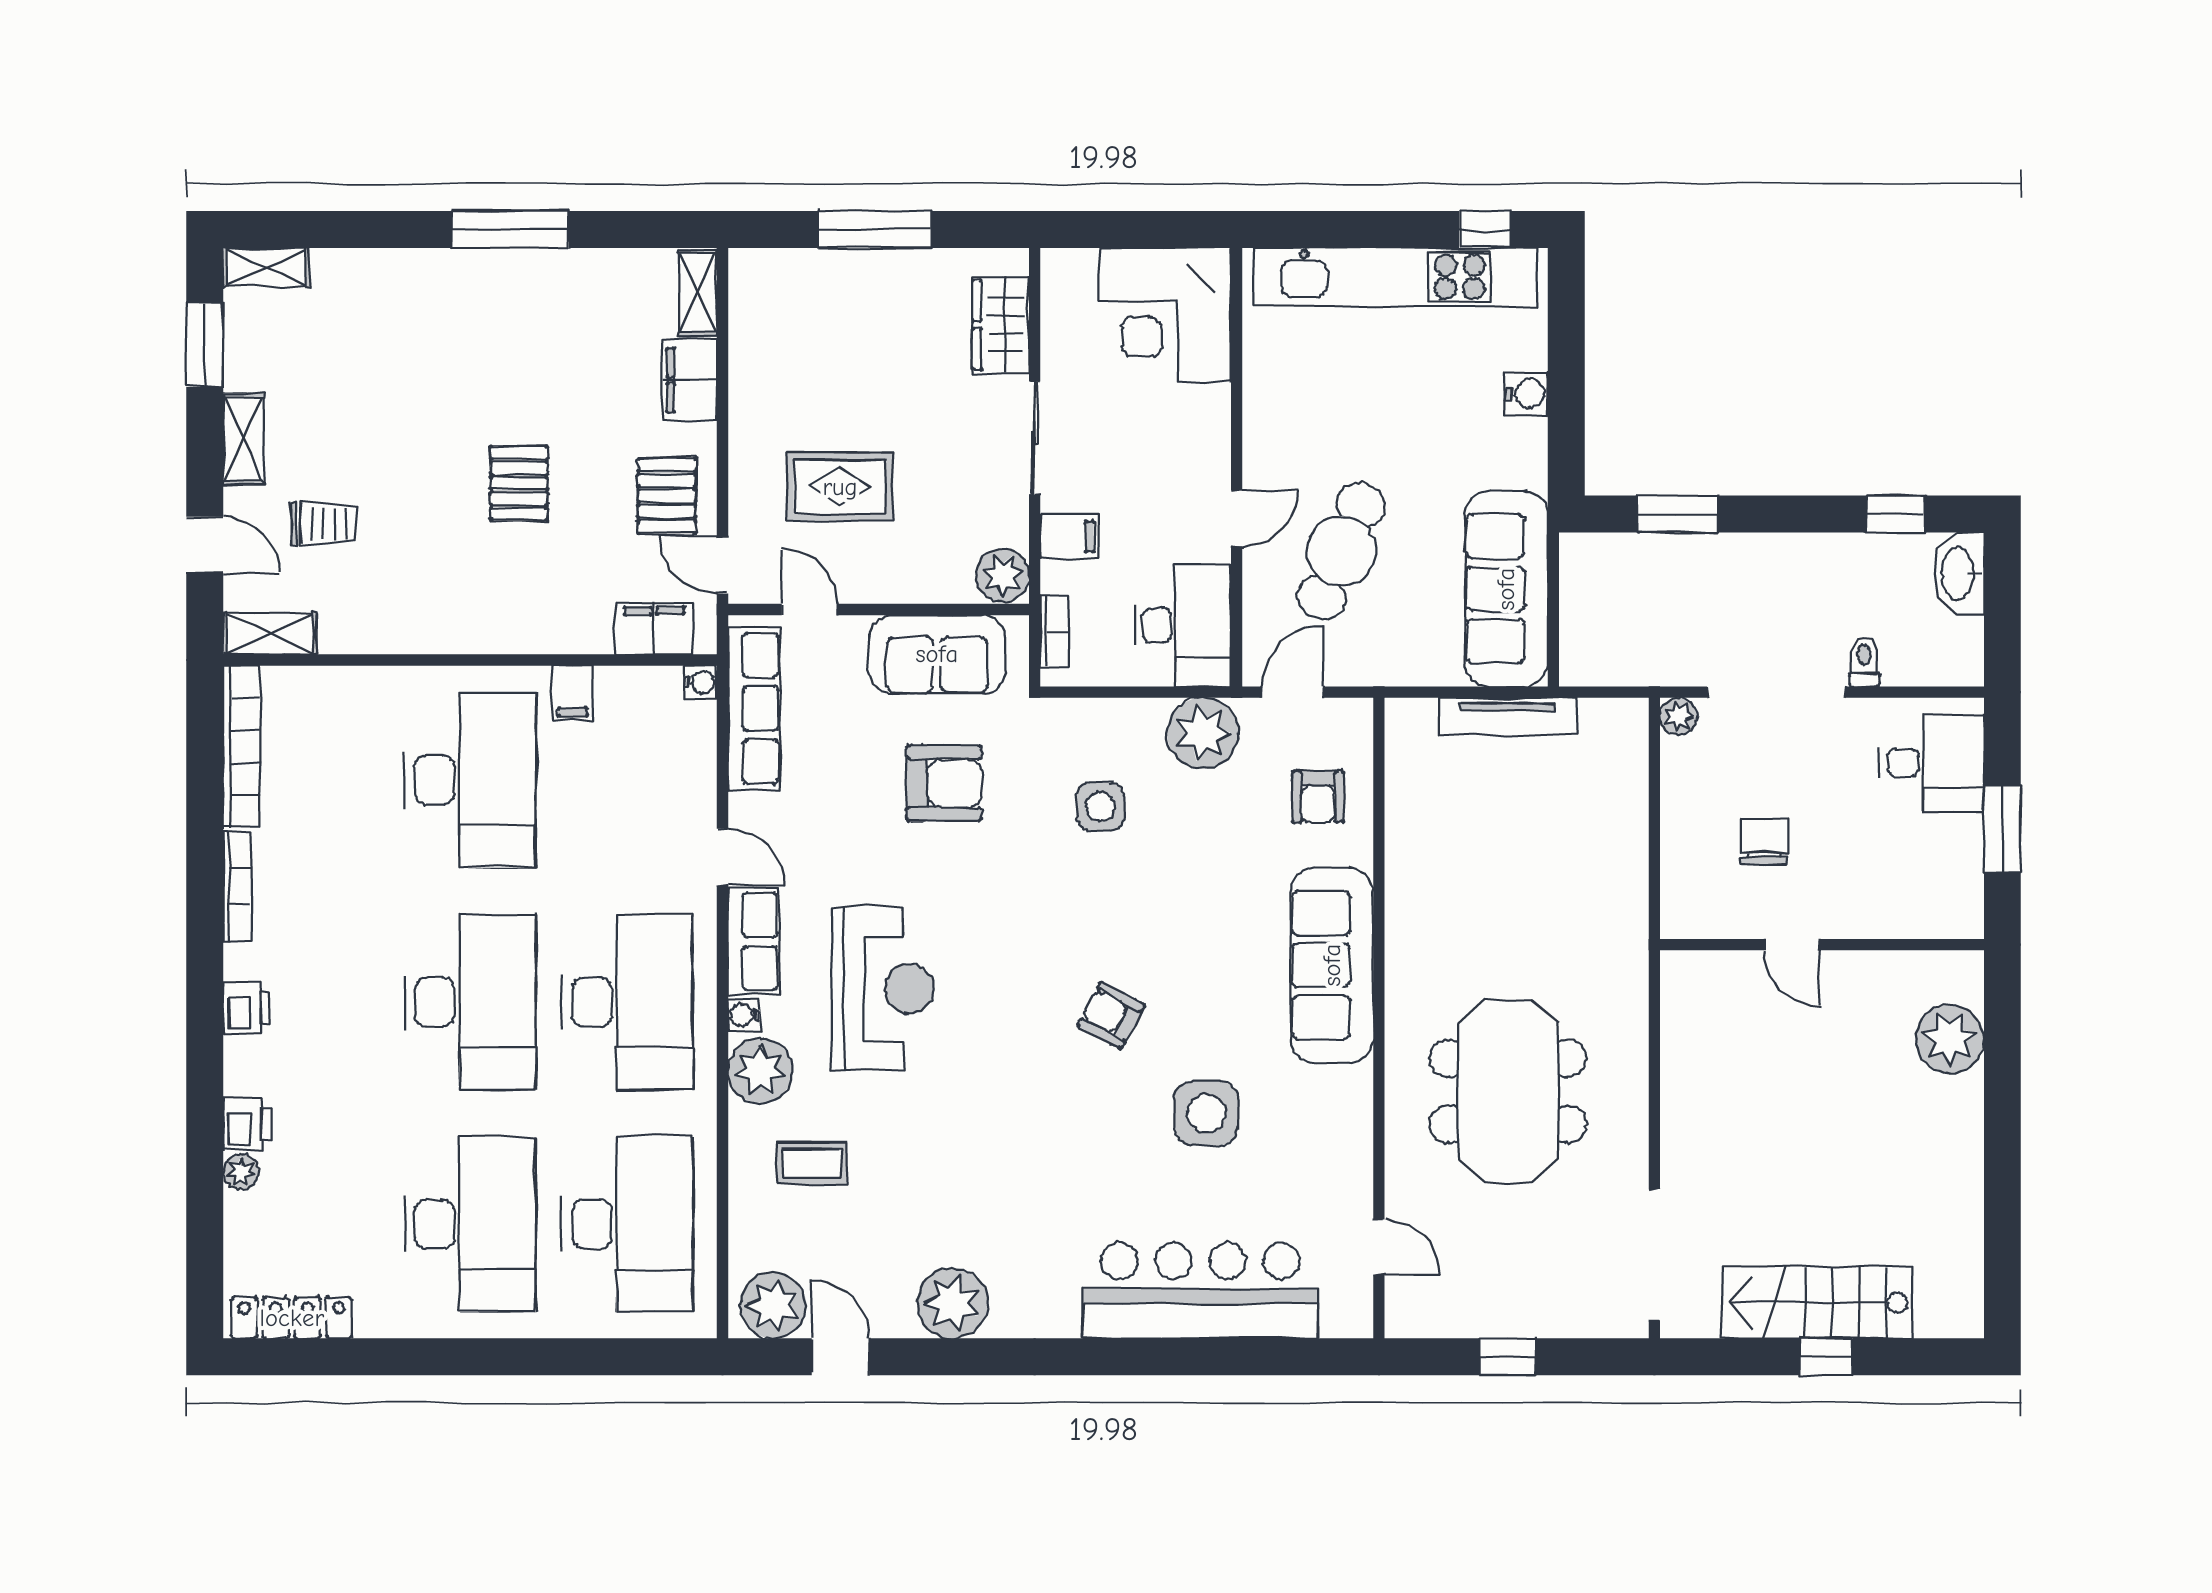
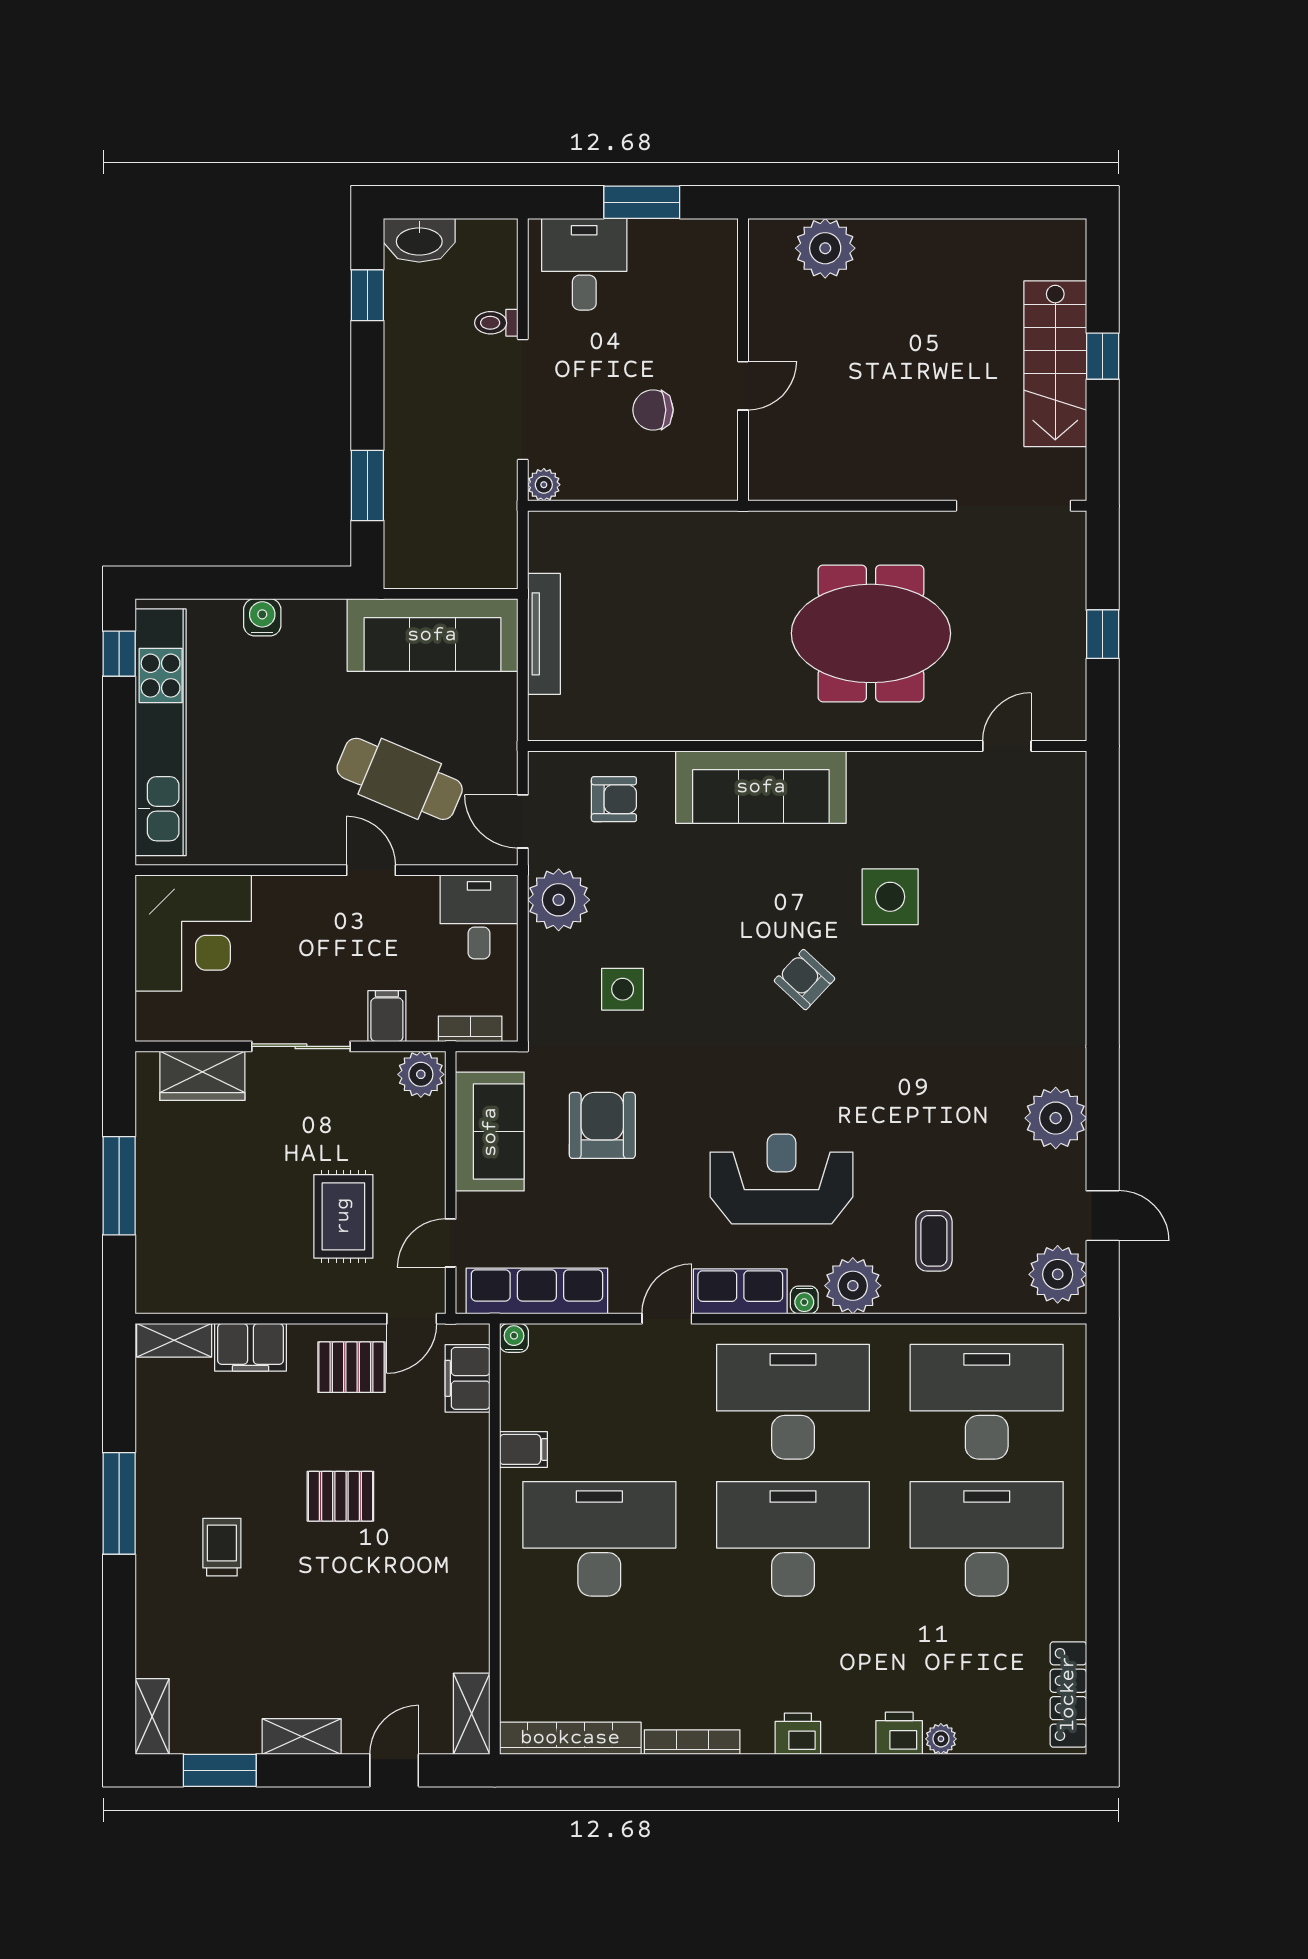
trolley: (324, 524) -> (222, 1547), moved
desk: (1183, 625) -> (479, 917), width x0.73
armchair: (1111, 1015) -> (805, 980), turned 105
bar counter: (1200, 1291) -> (1045, 902), removed
door: (840, 1357) -> (1103, 1216), swing flipped

